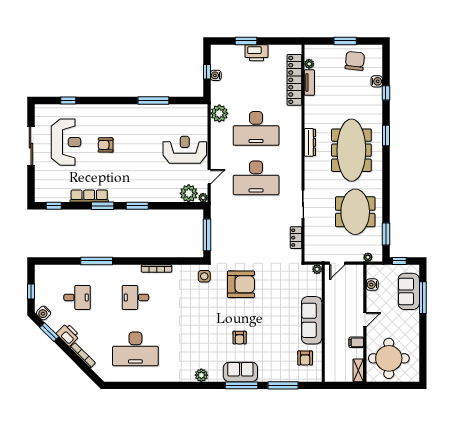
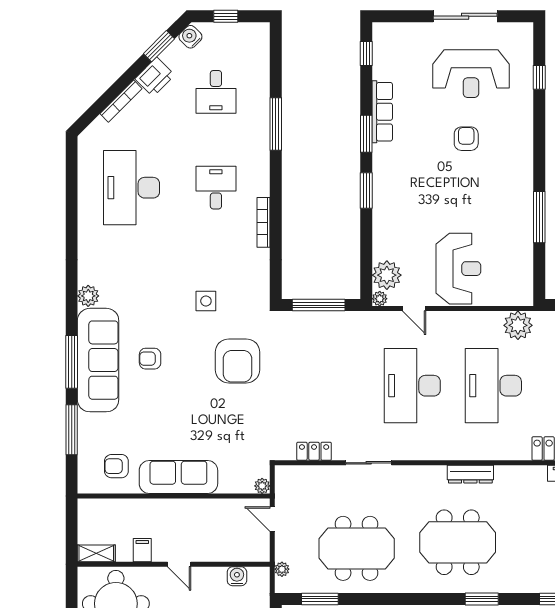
meeting table: (351, 150) -> (458, 542), width x0.73
side table: (204, 276) -> (206, 301), moved
sofa: (240, 372) -> (98, 360), width x1.85, depth x1.27

